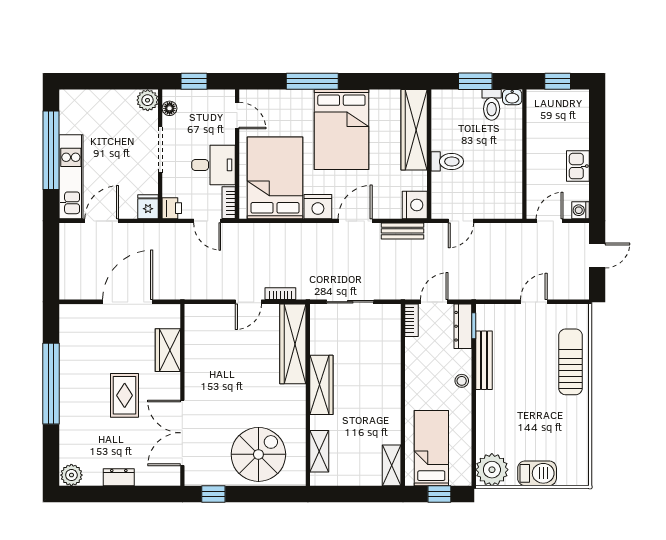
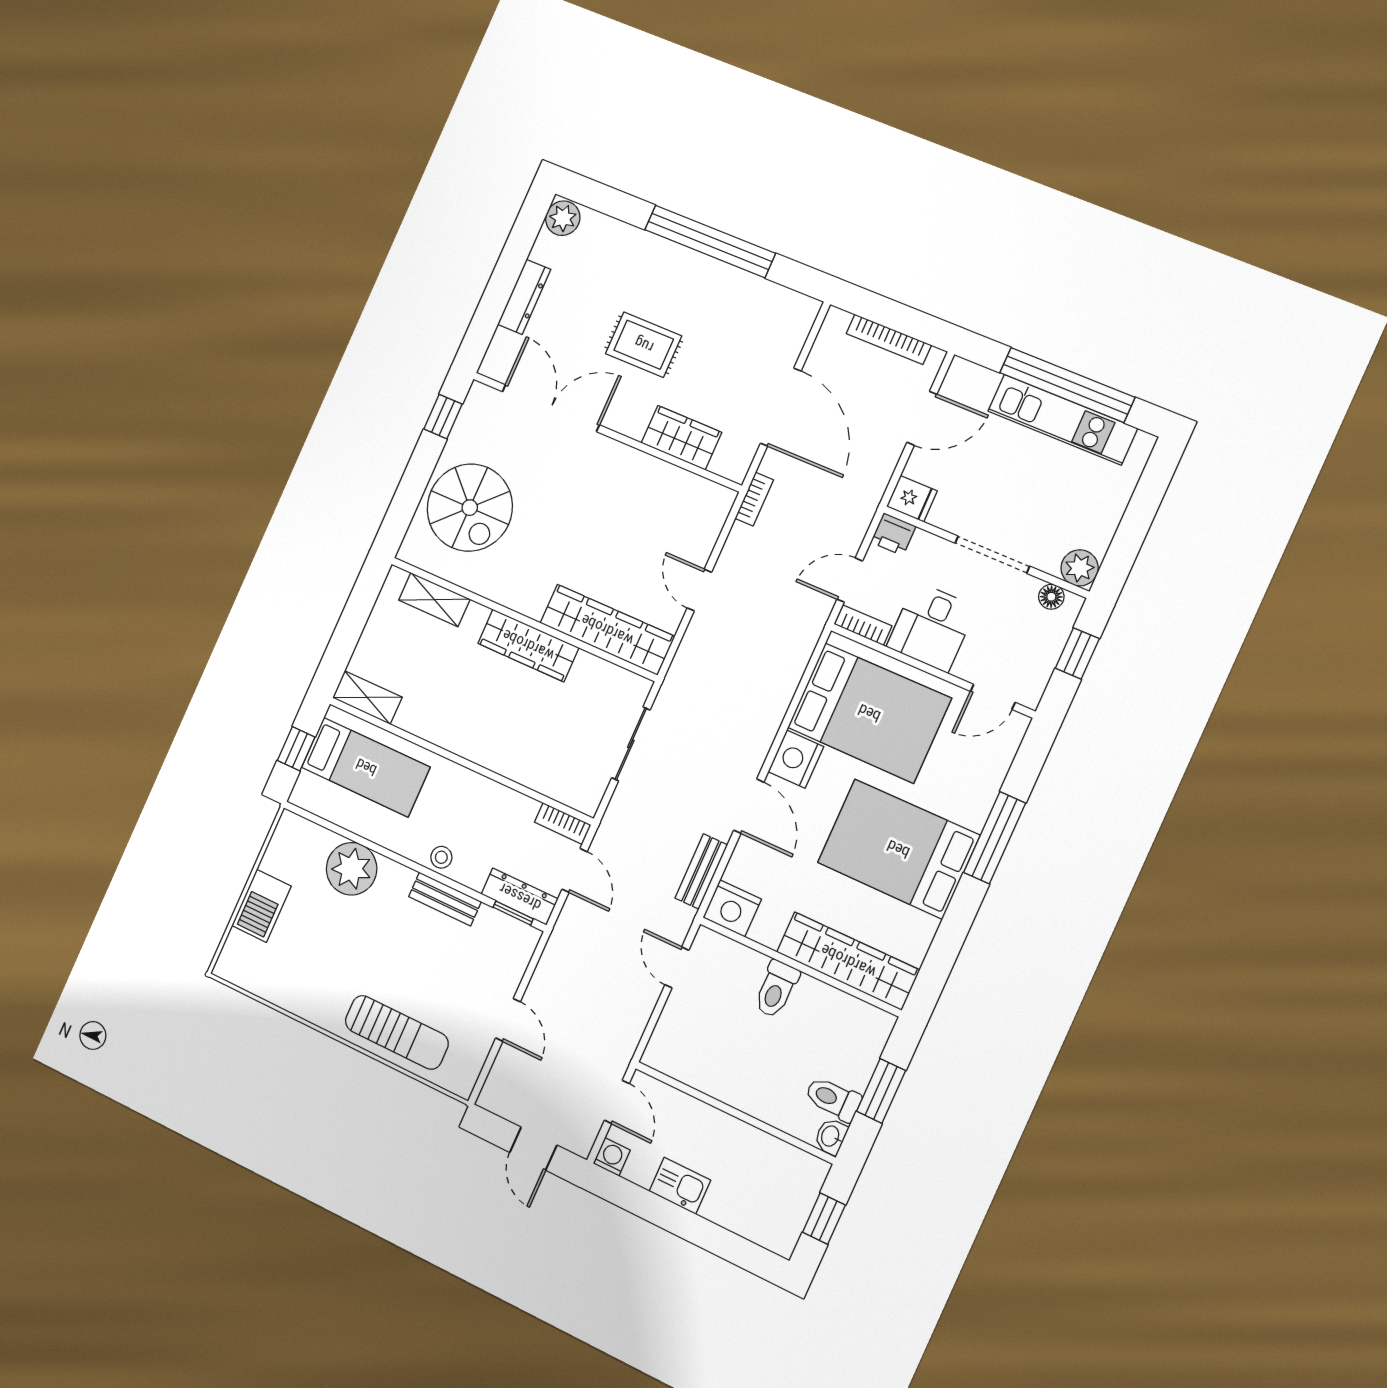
kitchen unit: (71, 177) -> (1062, 420), moved
door: (102, 221) -> (922, 418), hinge flipped
bookcase: (65, 258) -> (889, 339), added
bookcase: (280, 294) -> (754, 499), moved
bench: (484, 360) -> (445, 899), width x0.73
plant: (492, 470) -> (352, 869), moved
dresser: (119, 477) -> (524, 297), width x1.44

